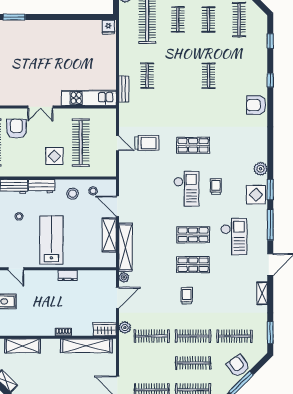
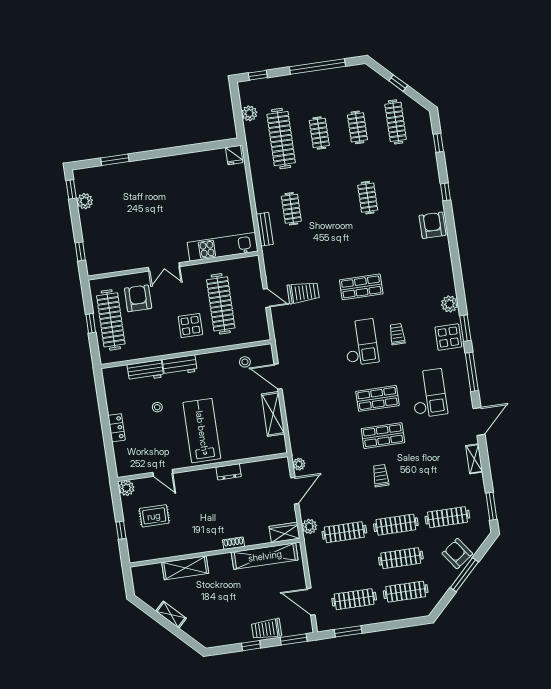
armchair: (256, 105) -> (433, 225), turned 90
stool: (73, 194) -> (220, 369), removed
shelving: (125, 247) -> (295, 426), removed

